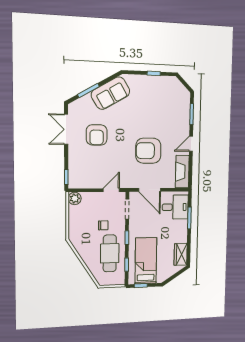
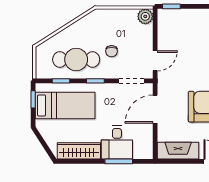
door: (111, 190) -> (155, 61), hinge flipped
desk: (175, 207) -> (117, 142), moved
wardrobe: (181, 254) -> (79, 151), width x1.50

